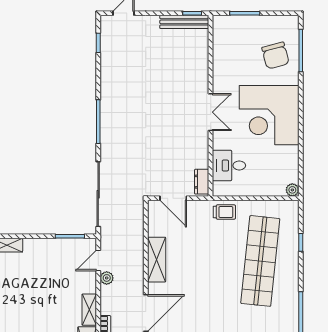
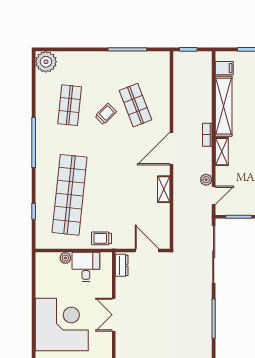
double door: (211, 112) -> (114, 315), moved
desk: (229, 165) -> (86, 267), moved, turned -90
plant: (292, 190) -> (65, 258), moved
shelving: (157, 260) -> (164, 189), width x0.67, depth x0.75

